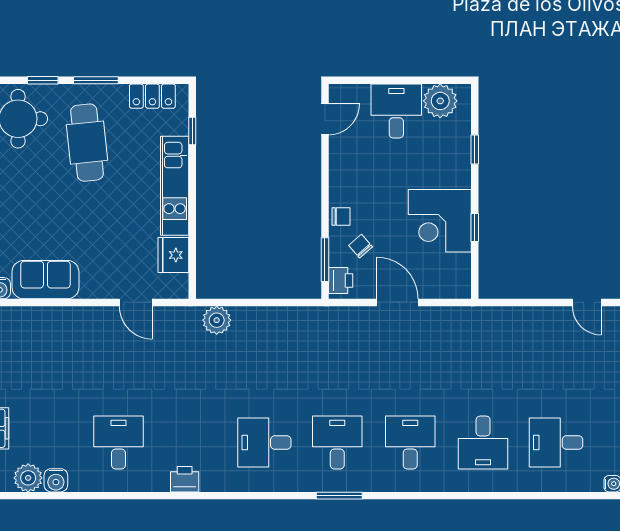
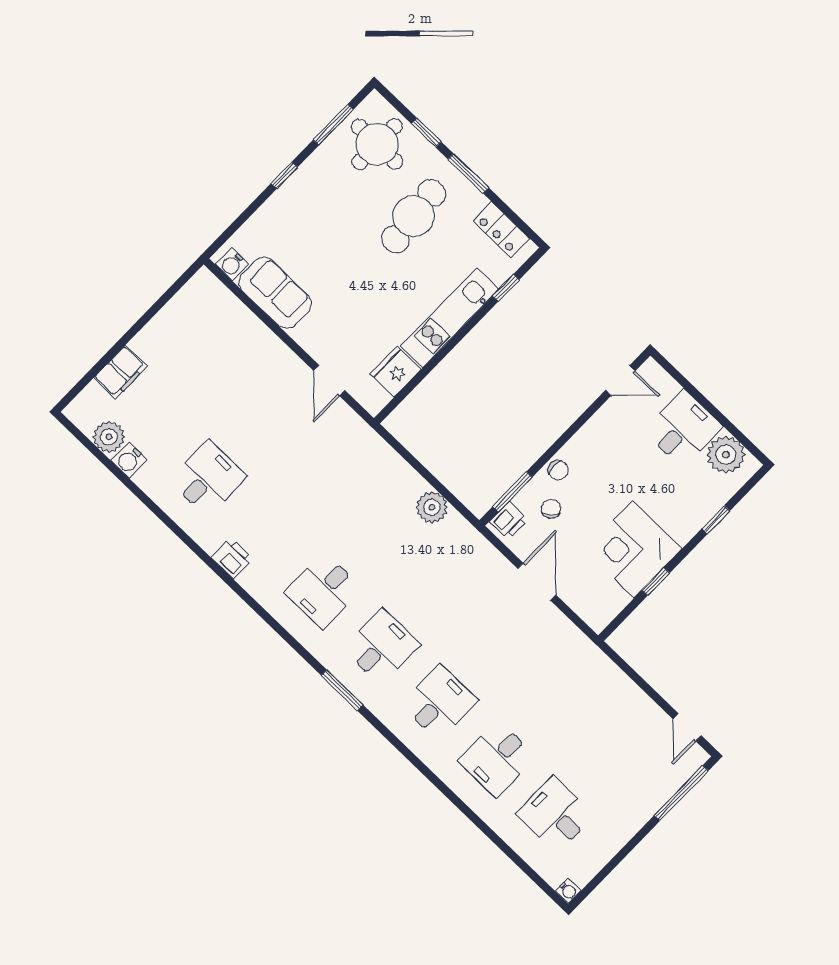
plant: (217, 320) -> (432, 507), moved
desk: (264, 443) -> (324, 591), turned -90

